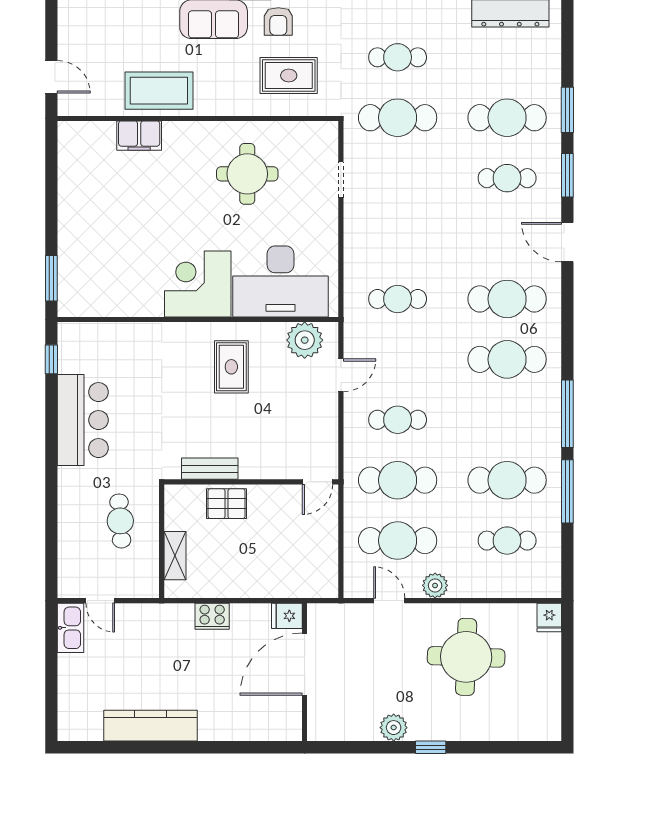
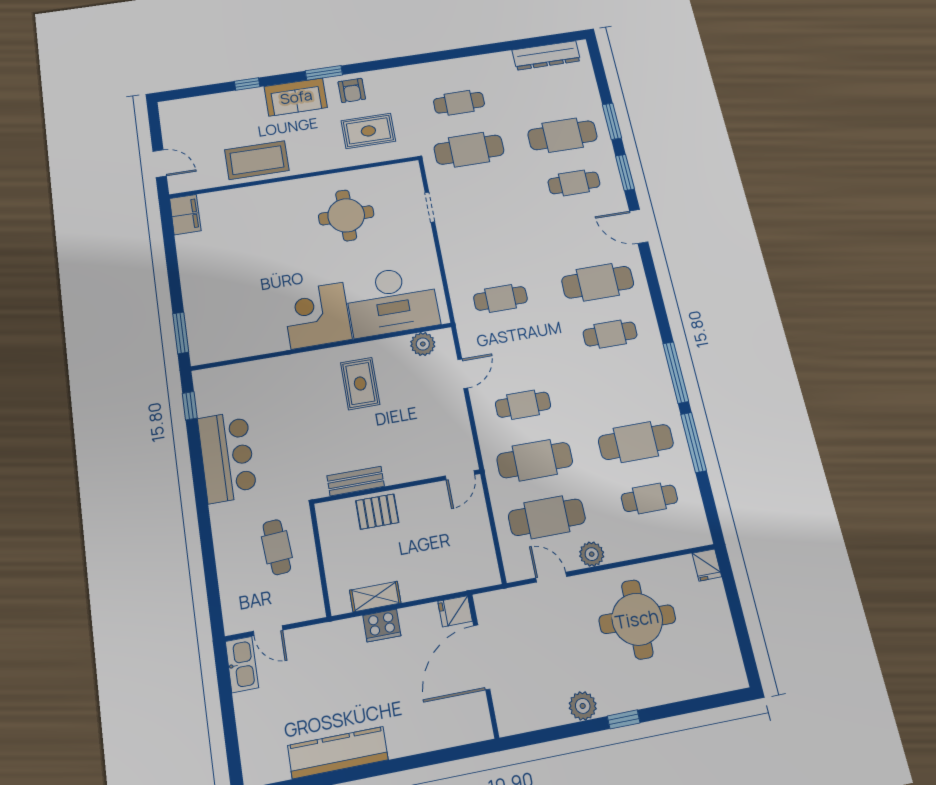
filing cabinet: (139, 136) -> (185, 215), moved, turned -90
plant: (305, 340) -> (423, 344), width x0.73, depth x0.73
cafe table: (507, 359) -> (610, 334), width x0.73, depth x0.74
shelving: (175, 556) -> (375, 597), moved, turned 90

